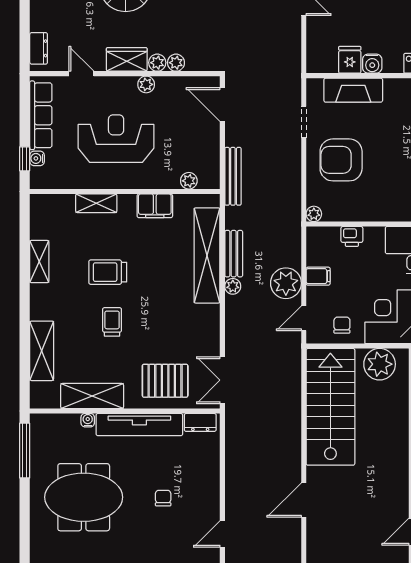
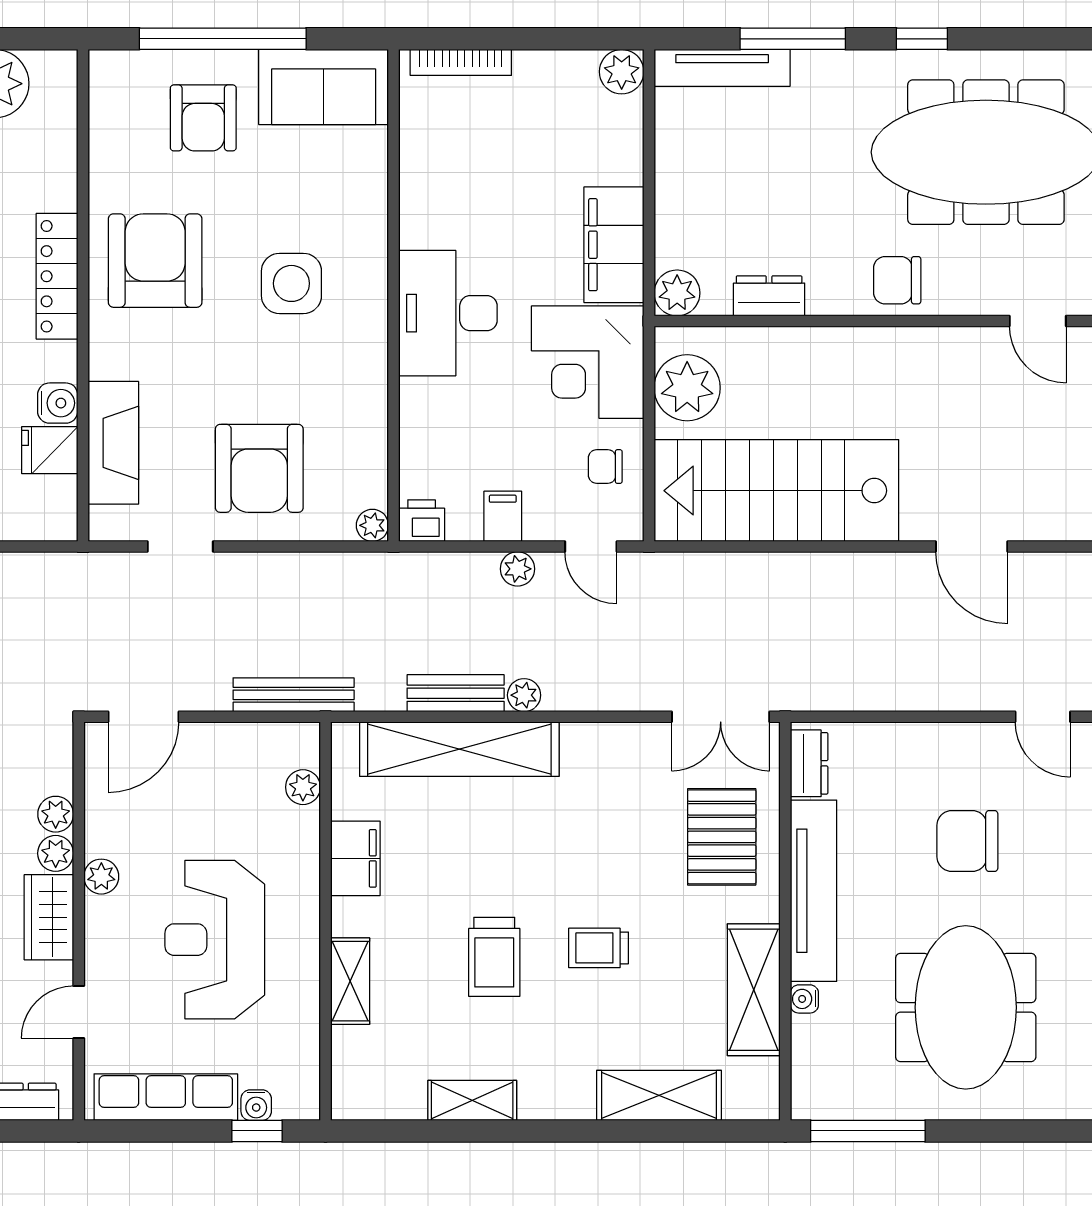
printer: (352, 236) -> (422, 521), moved, turned -90
plant: (286, 283) -> (517, 569), width x0.53, depth x0.53
chair: (163, 498) -> (967, 841), width x1.87, depth x1.87

